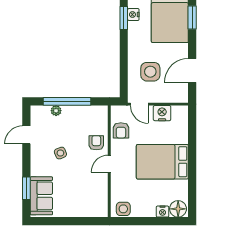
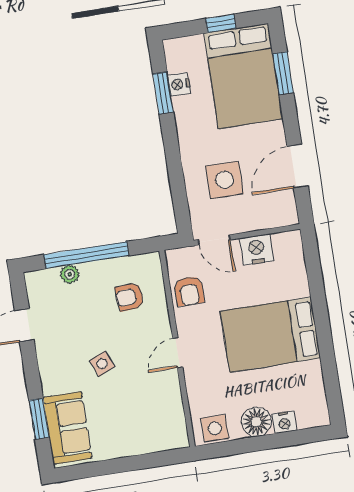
armchair: (96, 143) -> (130, 297), moved, turned -94
side table: (60, 153) -> (102, 364), moved
floor lamp: (178, 209) -> (256, 422), moved

